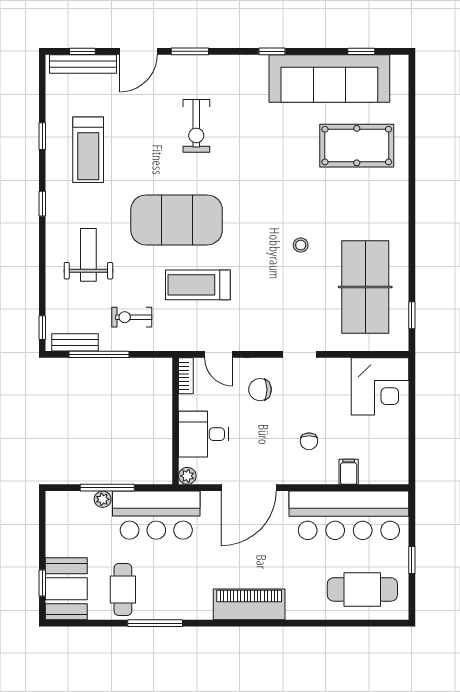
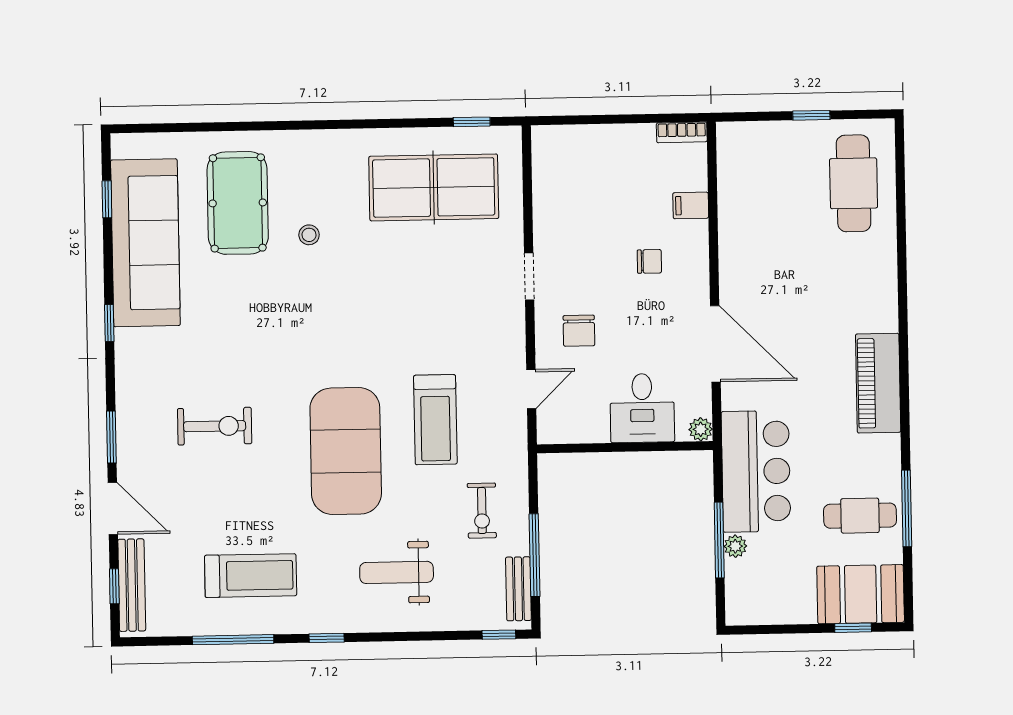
window: (42, 136) -> (233, 640), width x2.17
stool: (301, 245) -> (309, 235), moved
bookcase: (186, 376) -> (682, 132), moved, turned 180
corner desk: (380, 386) -> (571, 164), removed
bar counter: (349, 515) -> (751, 204), removed
piano: (249, 604) -> (878, 383), moved
window: (155, 623) -> (907, 508), moved

